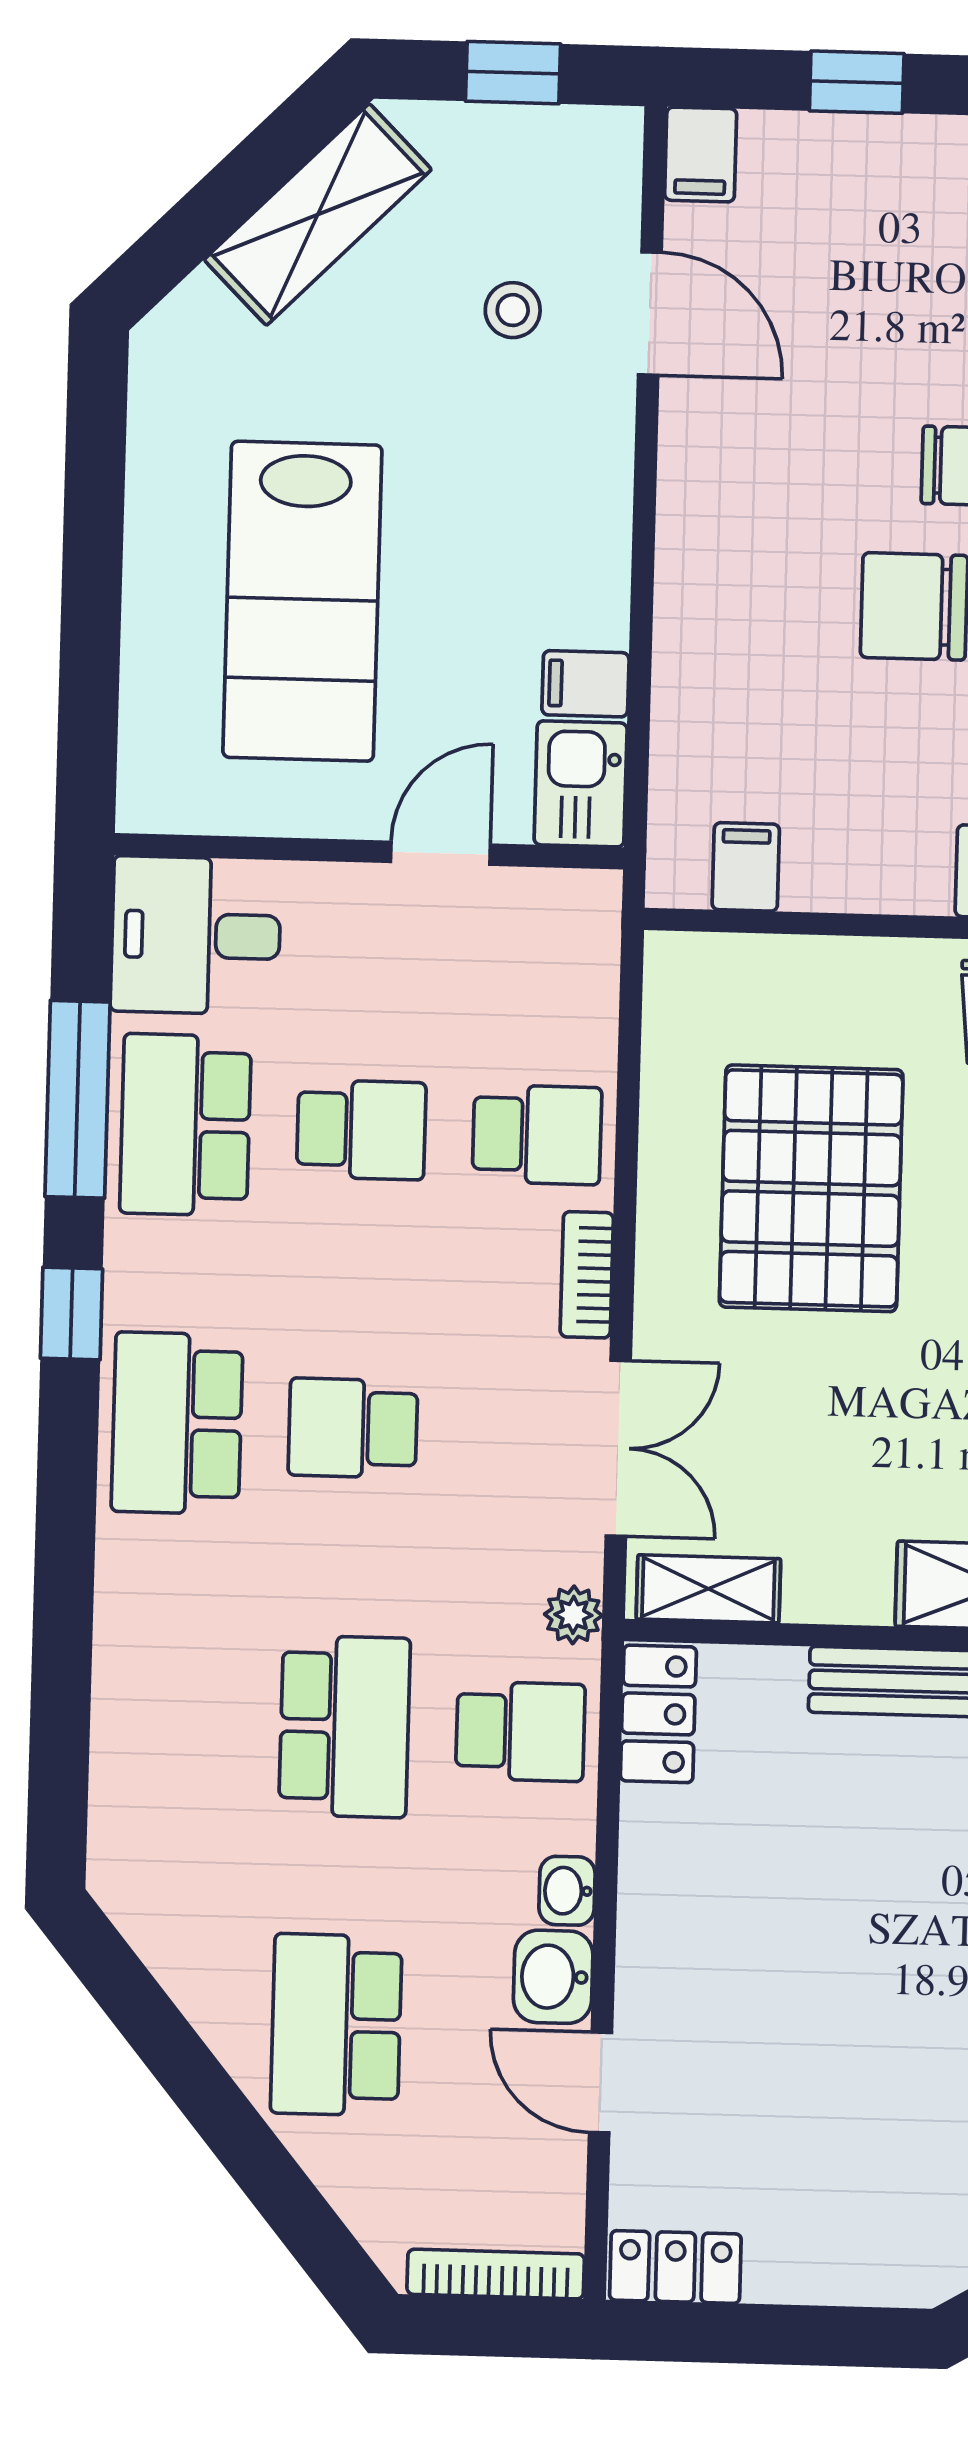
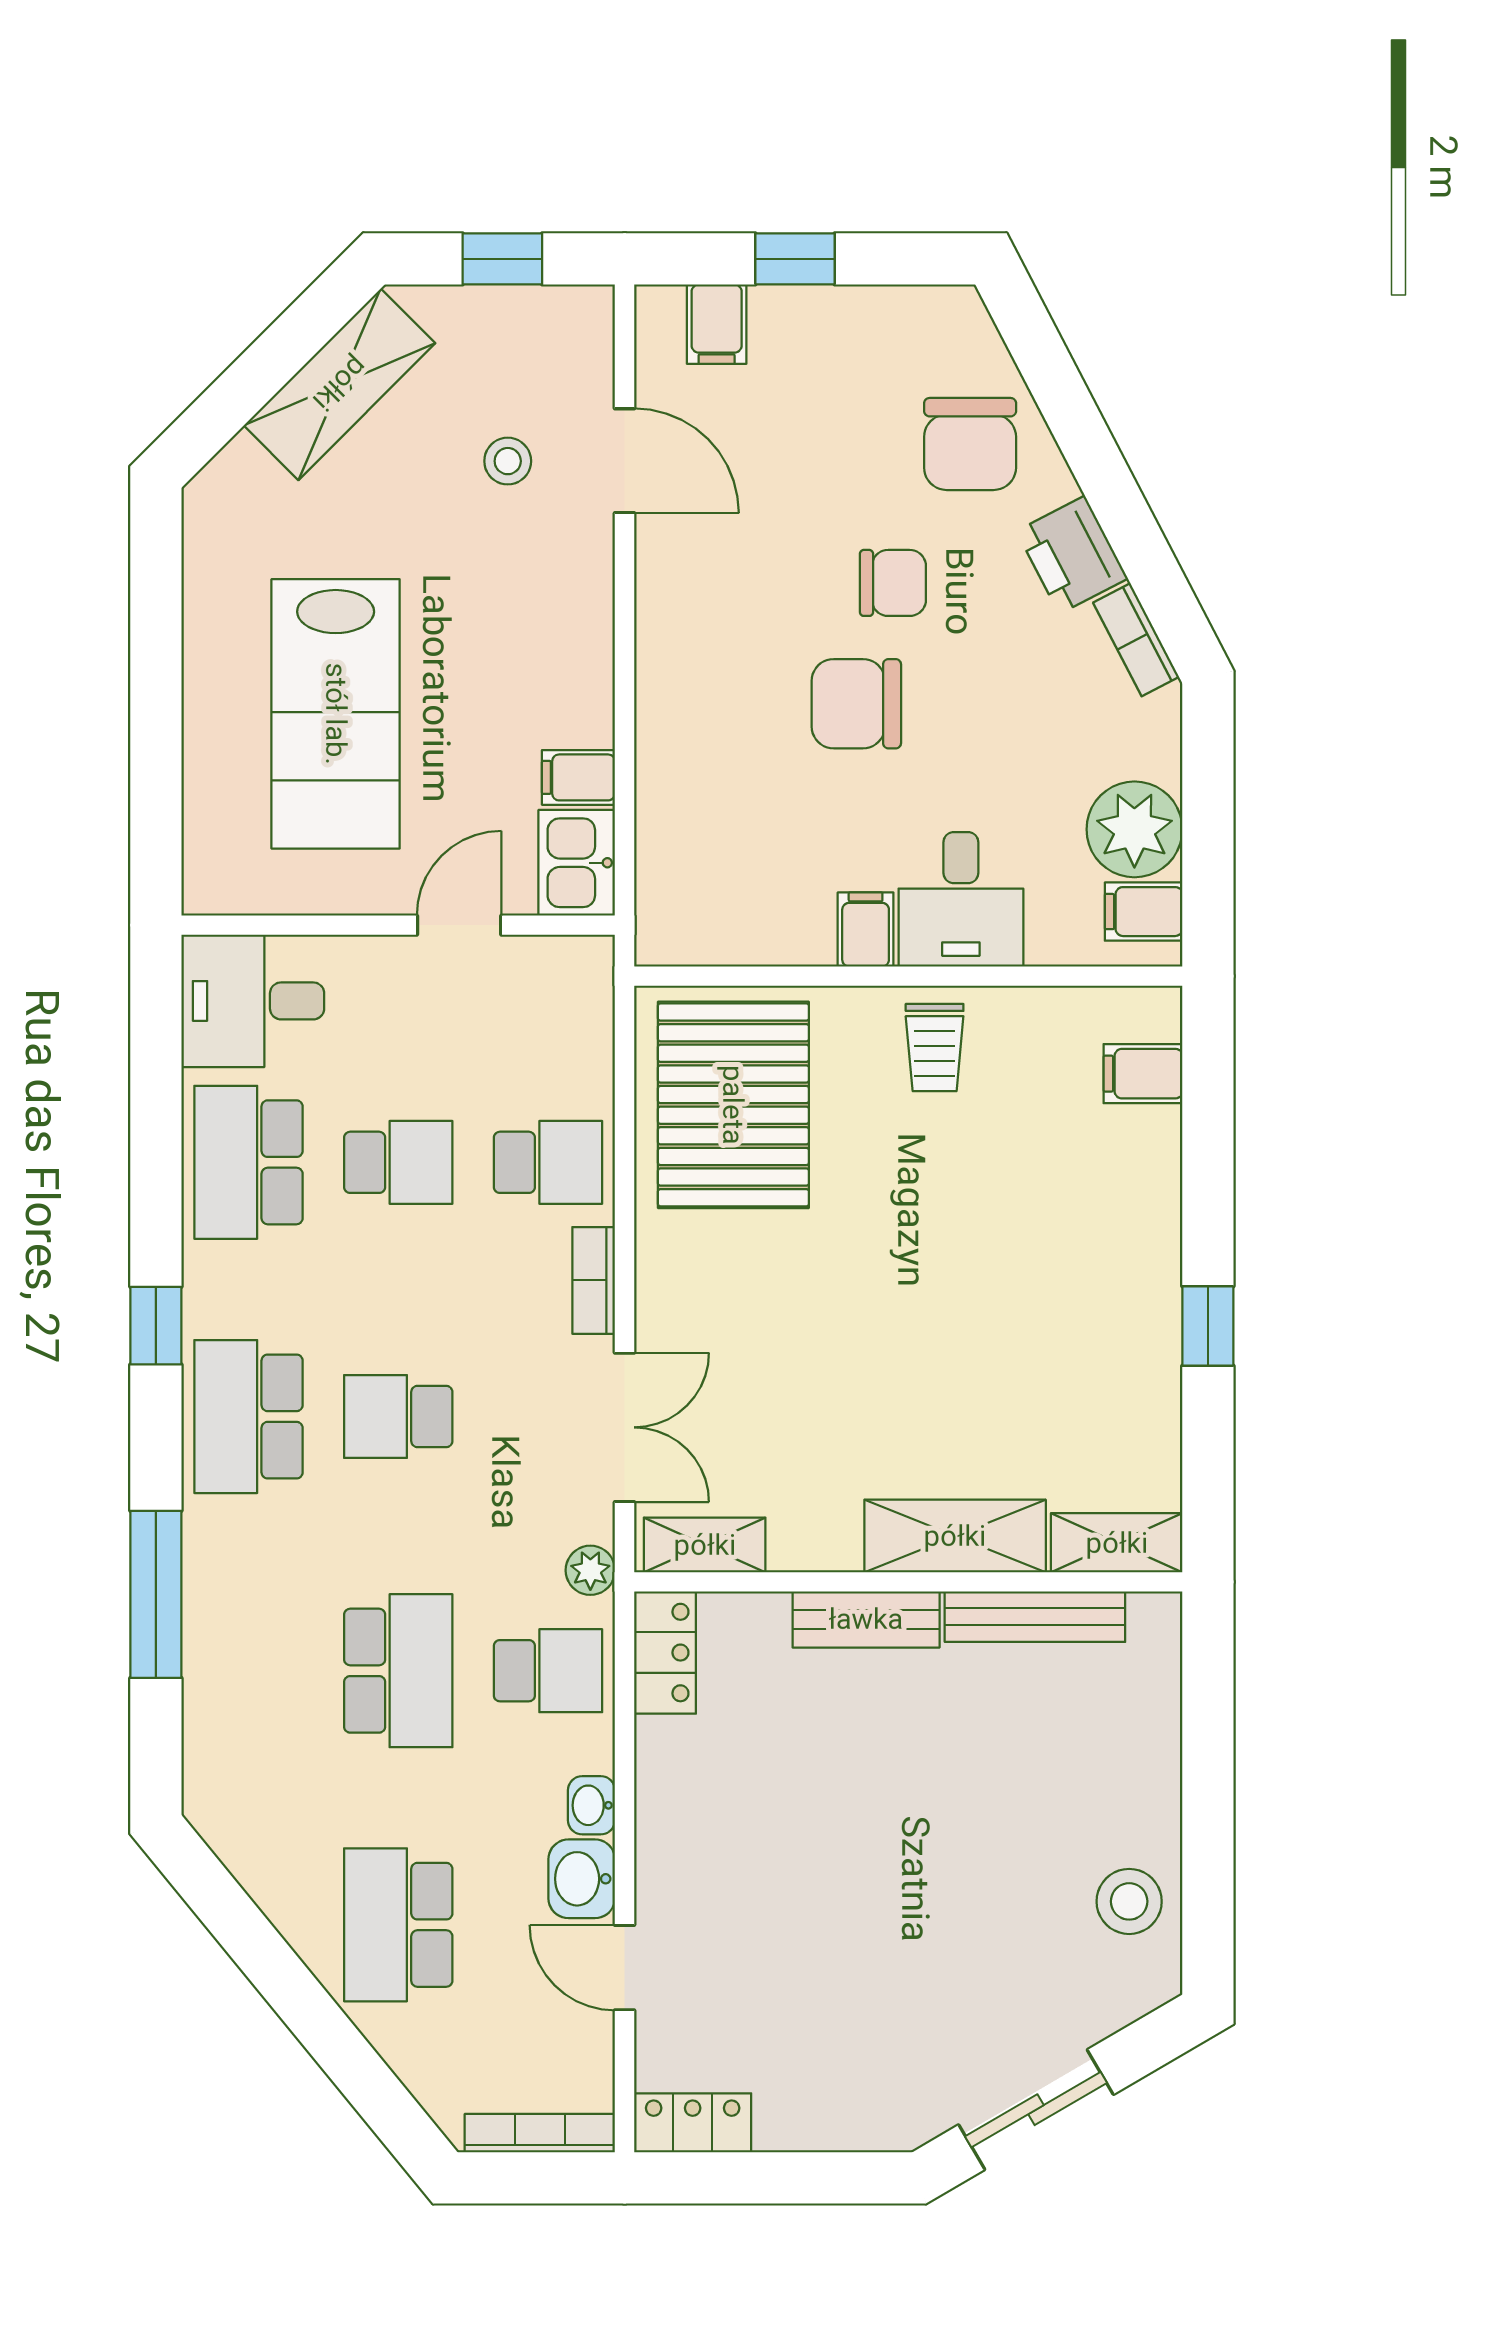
filing cabinet: (701, 154) -> (717, 324), moved
filing cabinet: (746, 867) -> (866, 929), moved
window: (77, 1099) -> (156, 1594), moved
pallet: (811, 1188) -> (733, 1105), moved

